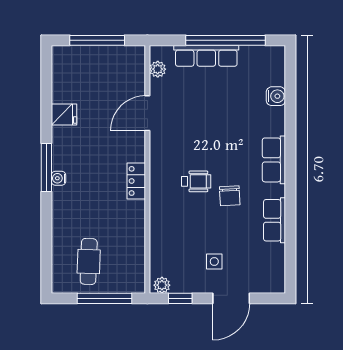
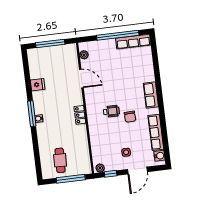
row of seats: (206, 56) -> (133, 42), moved
water cooler: (276, 96) -> (159, 156), moved
door: (147, 113) -> (81, 79), swing flipped
row of seats: (275, 220) -> (156, 132), width x1.48

